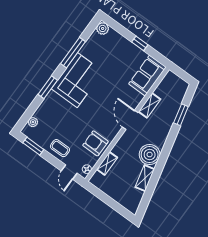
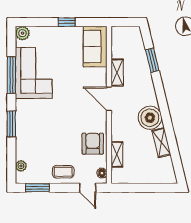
corner sofa: (77, 80) -> (34, 73), moved
armchair: (95, 143) -> (93, 144), turned 90

